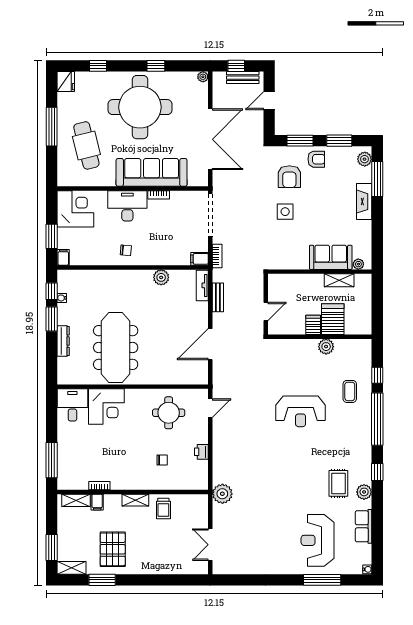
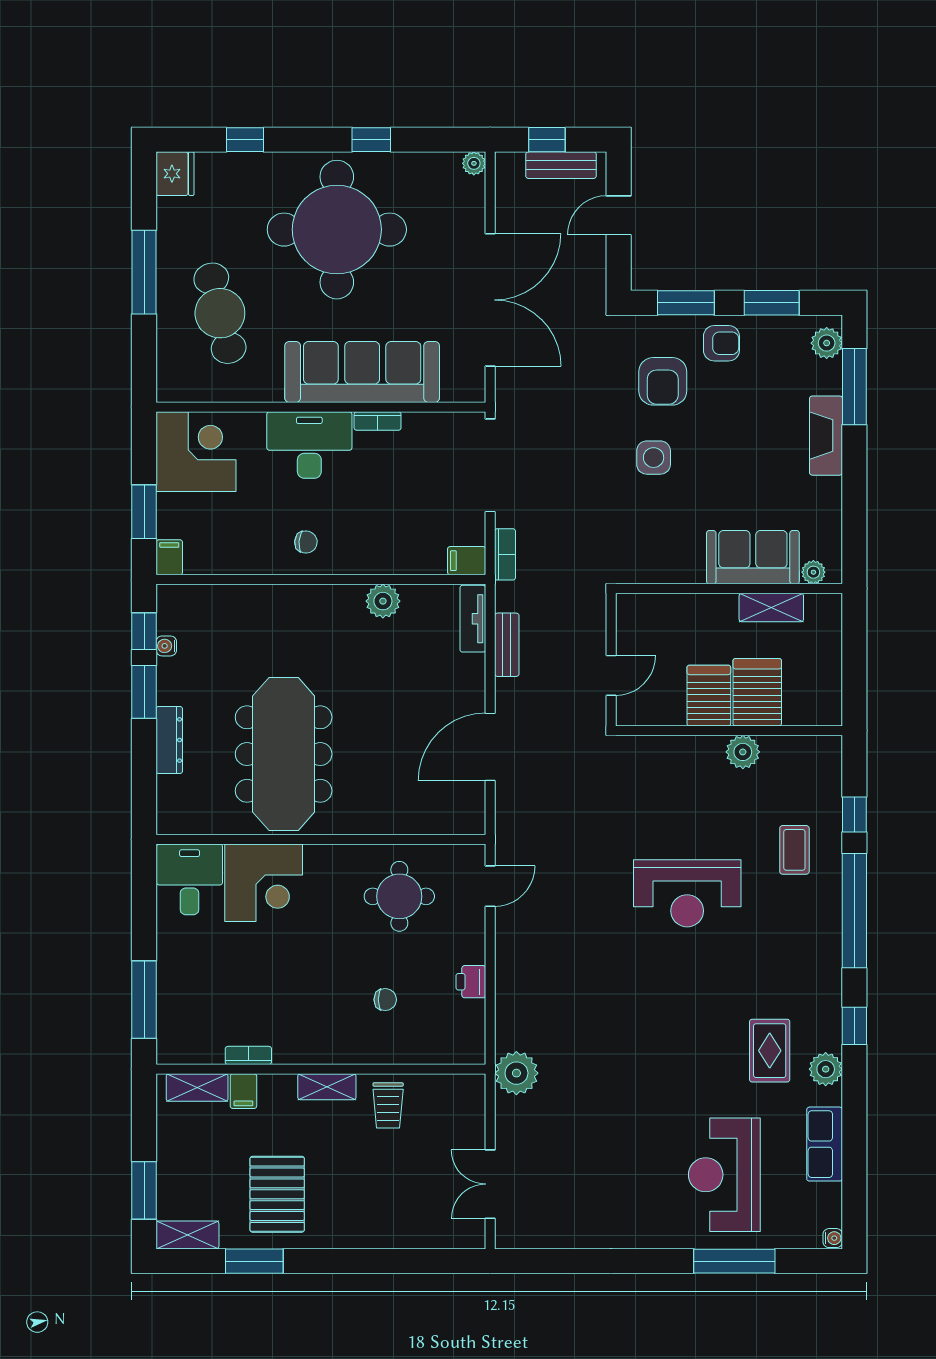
server rack: (313, 325) -> (709, 696), width x1.36, depth x1.44

